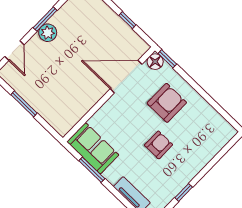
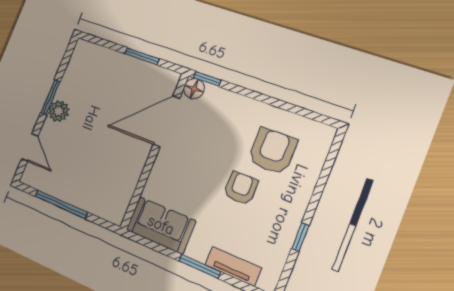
window: (127, 20) -> (142, 56), width x1.50
armchair: (167, 103) -> (273, 151), moved
window: (24, 104) -> (61, 204), width x1.44
window: (92, 170) -> (200, 266), moved

